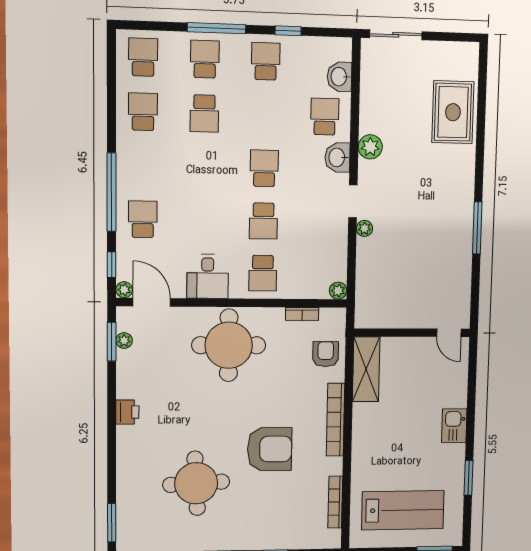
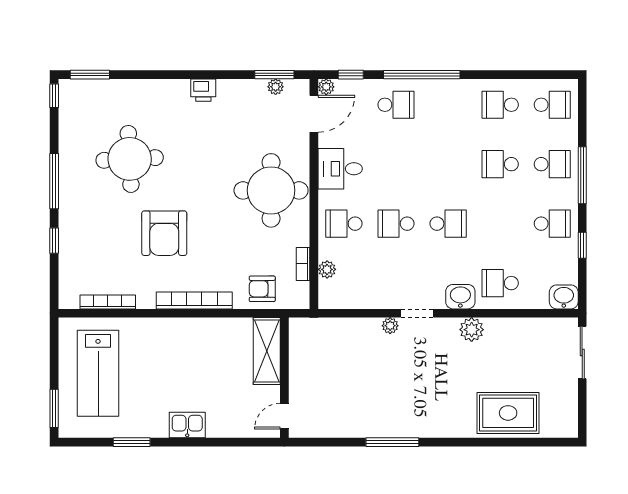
washbasin: (339, 77) -> (564, 297), moved
school desk: (143, 112) -> (500, 105), turned 180
school desk: (325, 117) -> (500, 283), turned 180
plant: (338, 291) -> (327, 269), moved
armchair: (326, 354) -> (262, 289), turned 180
shelving: (366, 369) -> (267, 351), moved, turned 90

